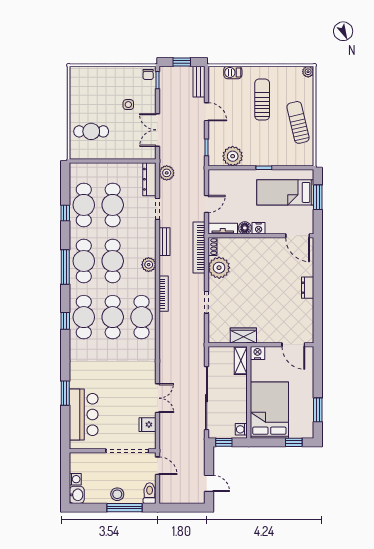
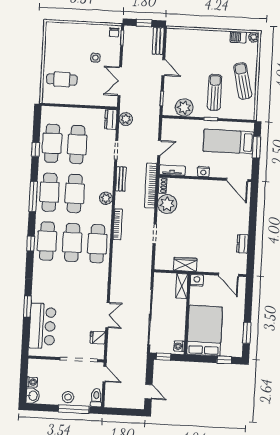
barbecue: (233, 72) -> (238, 37), moved
sun lounger: (262, 100) -> (215, 92), moved
dresser: (149, 179) -> (111, 119), width x0.70
floor lamp: (245, 228) -> (191, 171), removed
dresser: (308, 288) -> (243, 244), moved

